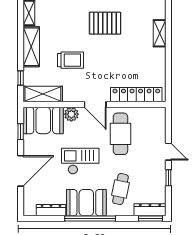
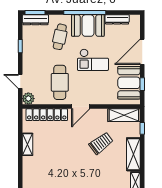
pallet: (105, 23) -> (73, 174), removed
shelving: (160, 33) -> (28, 144), moved
trolley: (71, 60) -> (101, 143), turned 143
door: (95, 104) -> (81, 107), swing flipped
plant: (71, 114) -> (28, 99), moved
booth: (43, 120) -> (129, 83), moved, turned 90
door: (168, 152) -> (20, 81), moved

